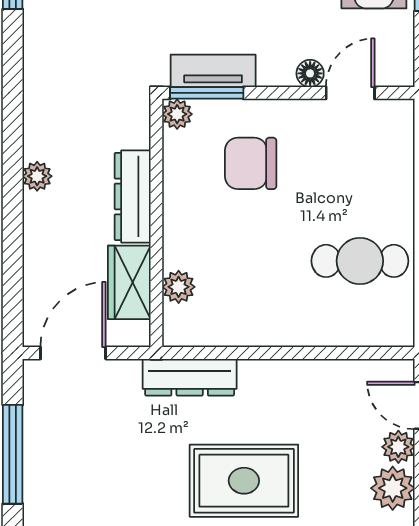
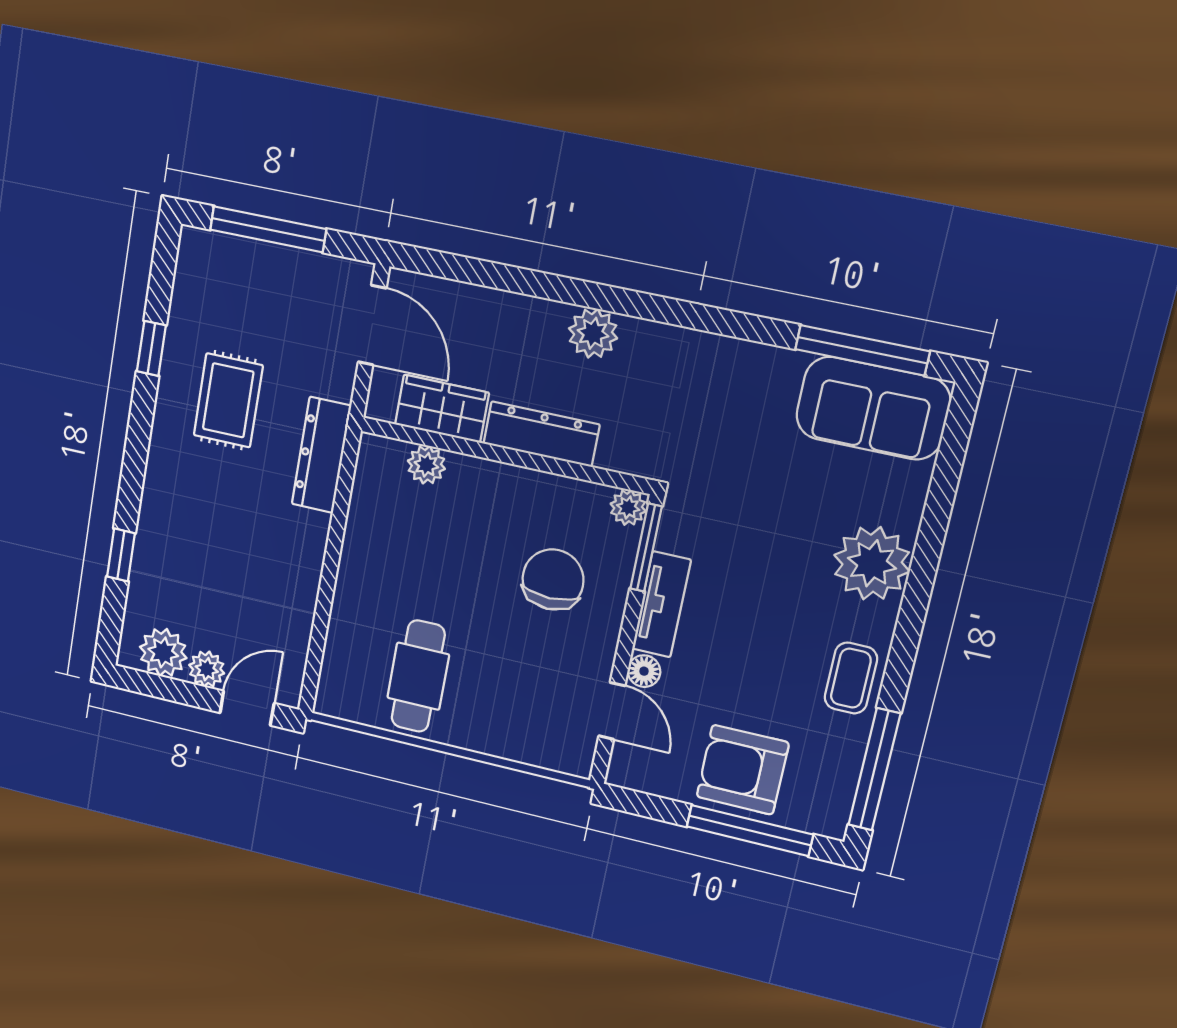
tv unit: (213, 71) -> (661, 604), moved
plant: (37, 176) -> (593, 333), width x1.38, depth x1.38
rug: (244, 481) -> (228, 400), moved, width x0.73, depth x0.70

